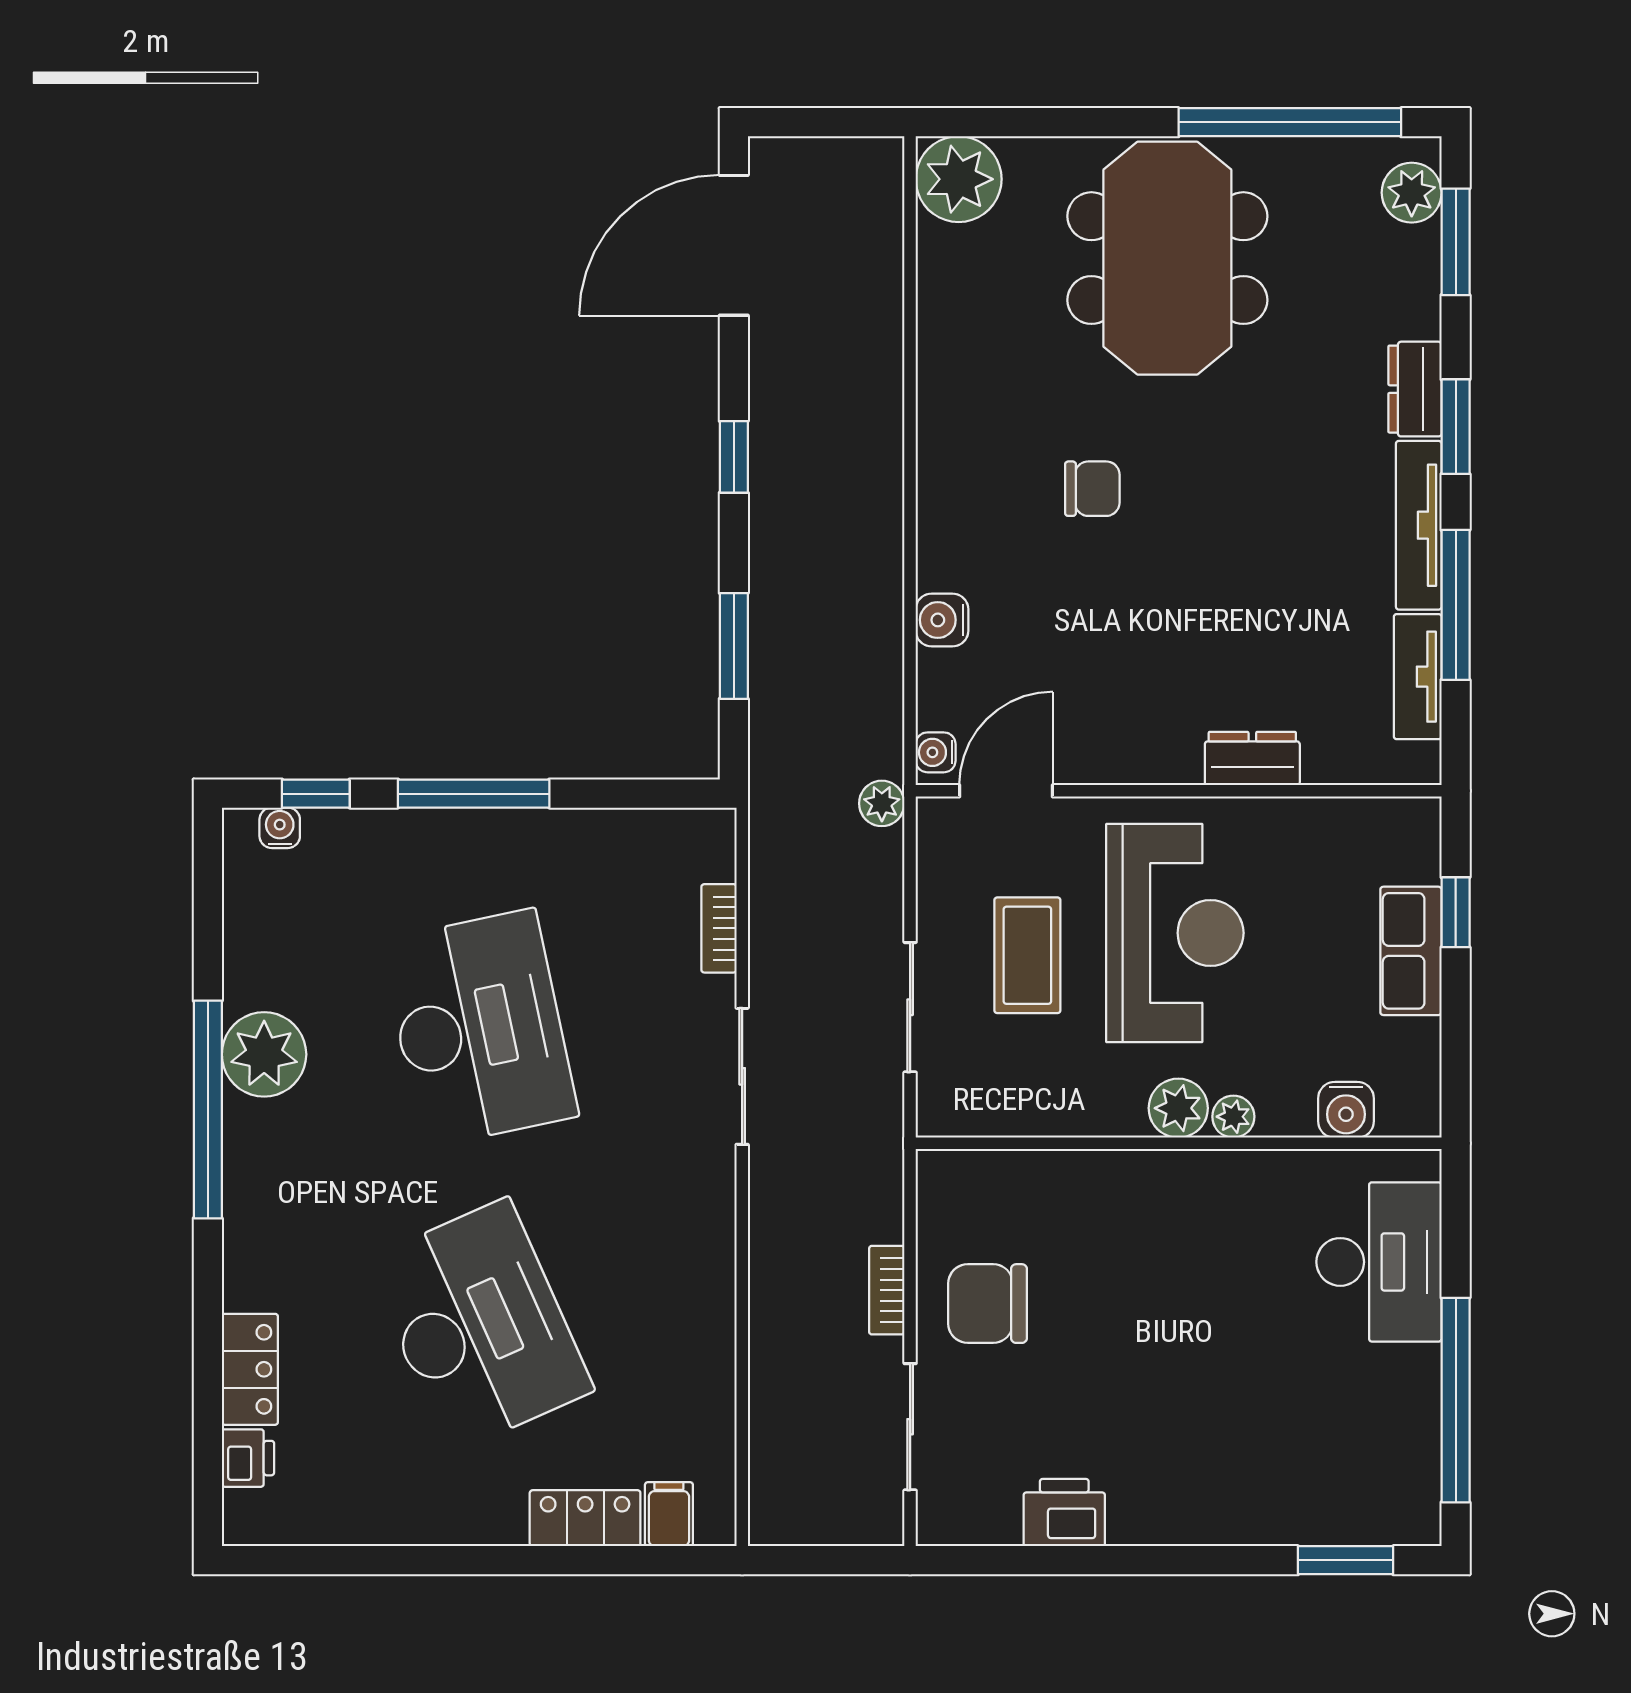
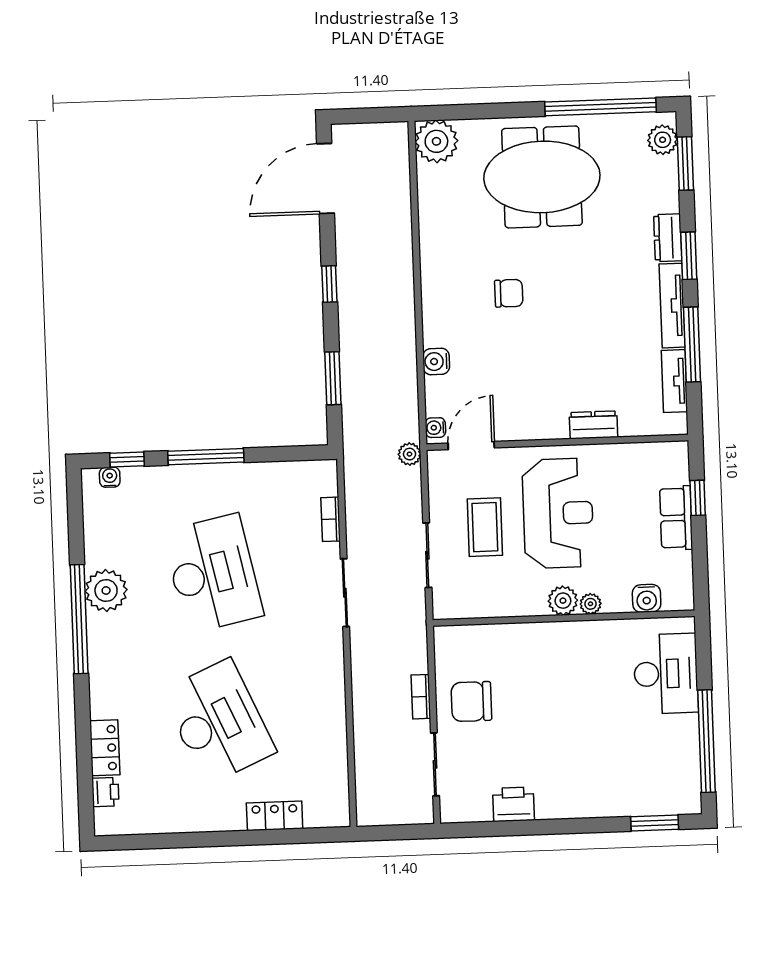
meeting table: (1167, 258) -> (542, 177), turned 90
filing cabinet: (669, 1514) -> (316, 812), removed

